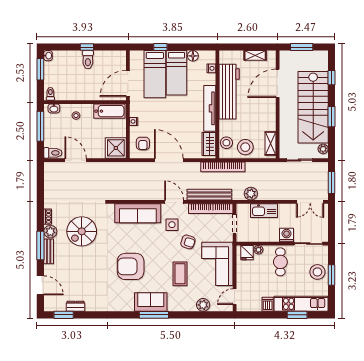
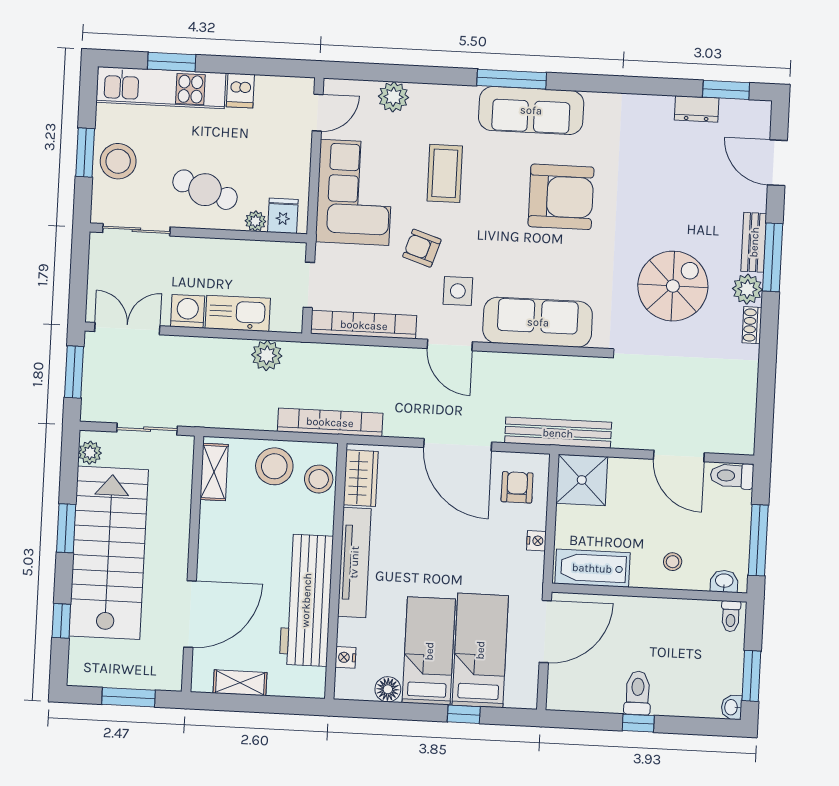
bench: (209, 195) -> (558, 433), moved
washing machine: (287, 235) -> (188, 311), moved, turned 180
cafe table: (280, 262) -> (205, 190), turned -71
sofa: (151, 302) -> (531, 110), width x1.36

